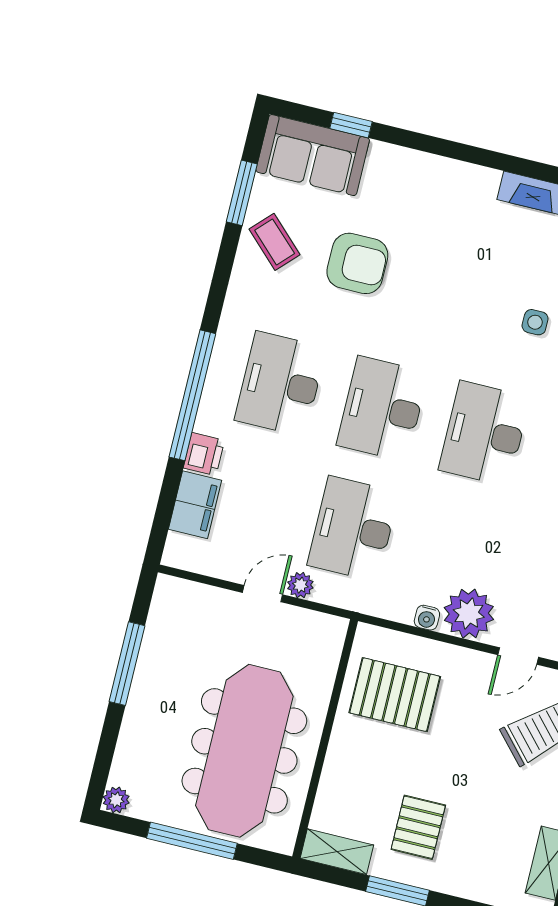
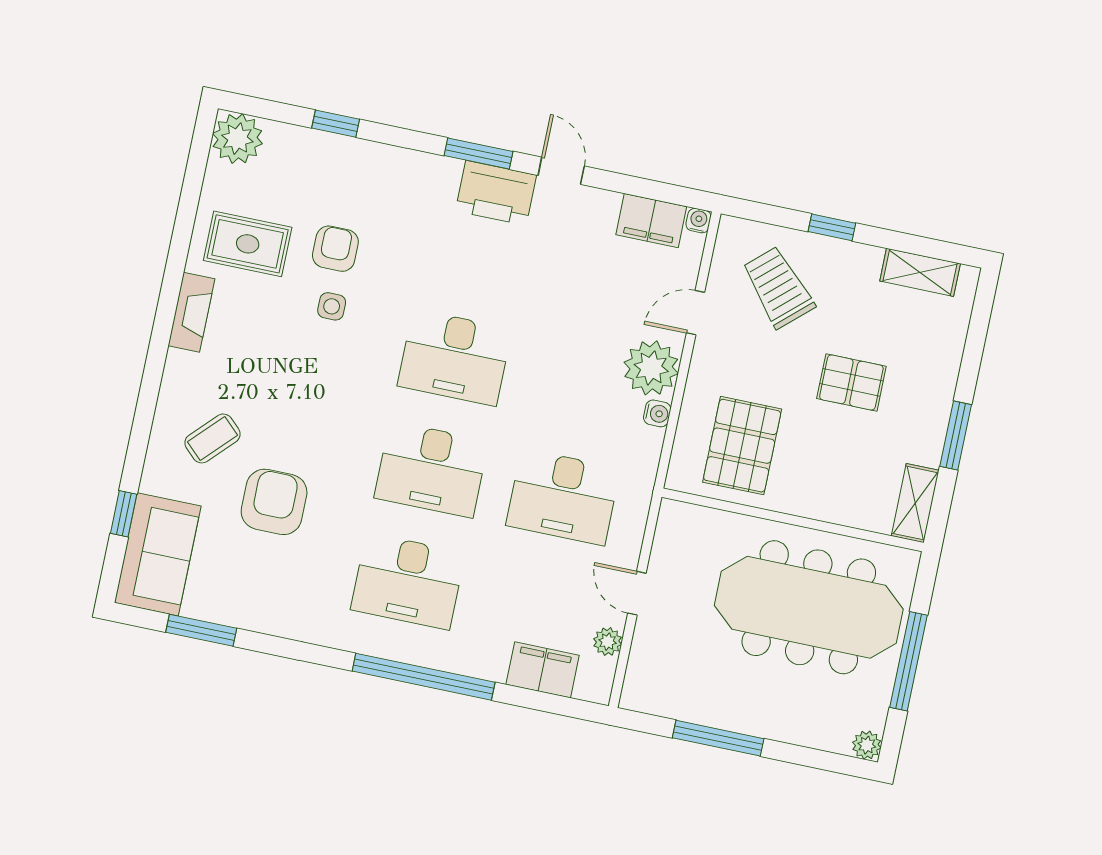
coffee table: (275, 242) -> (212, 438), moved
printer: (204, 454) -> (487, 662), removed
plant: (300, 585) -> (608, 642), moved
door: (518, 656) -> (695, 313), swing flipped
pallet: (418, 827) -> (851, 382), moved

